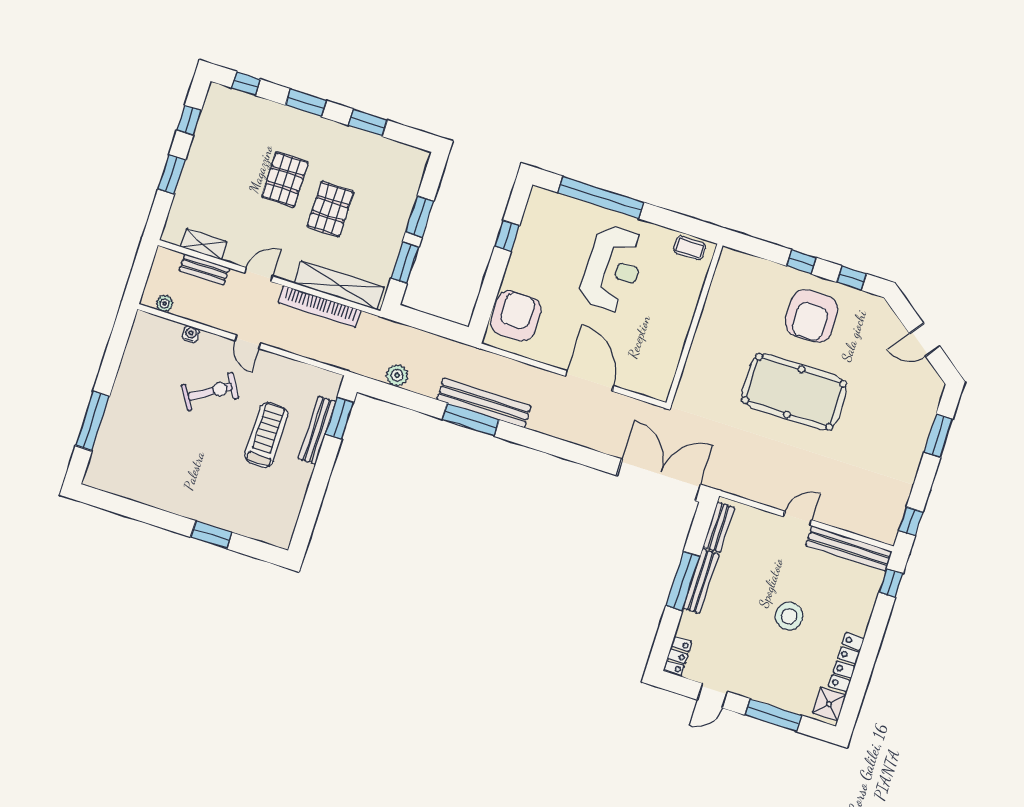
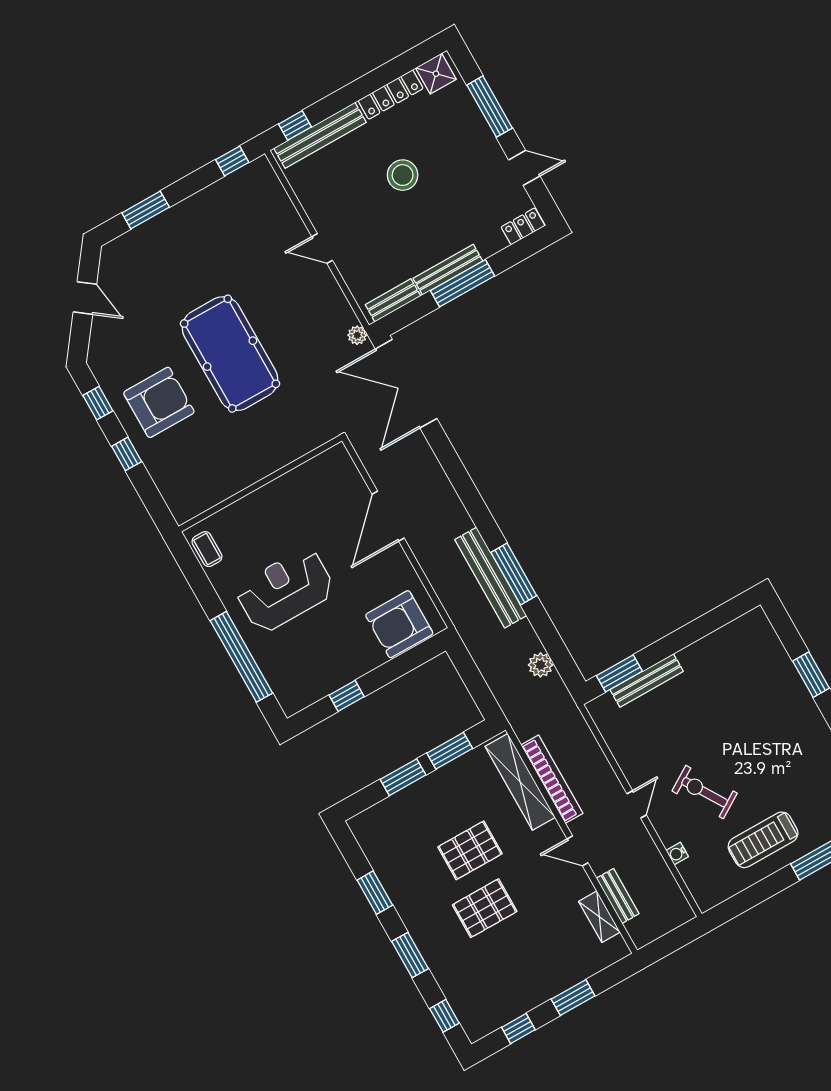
plant: (165, 303) -> (357, 335), moved
treadmill: (266, 435) -> (763, 840), moved
bench: (849, 548) -> (320, 135), moved, turned 90

